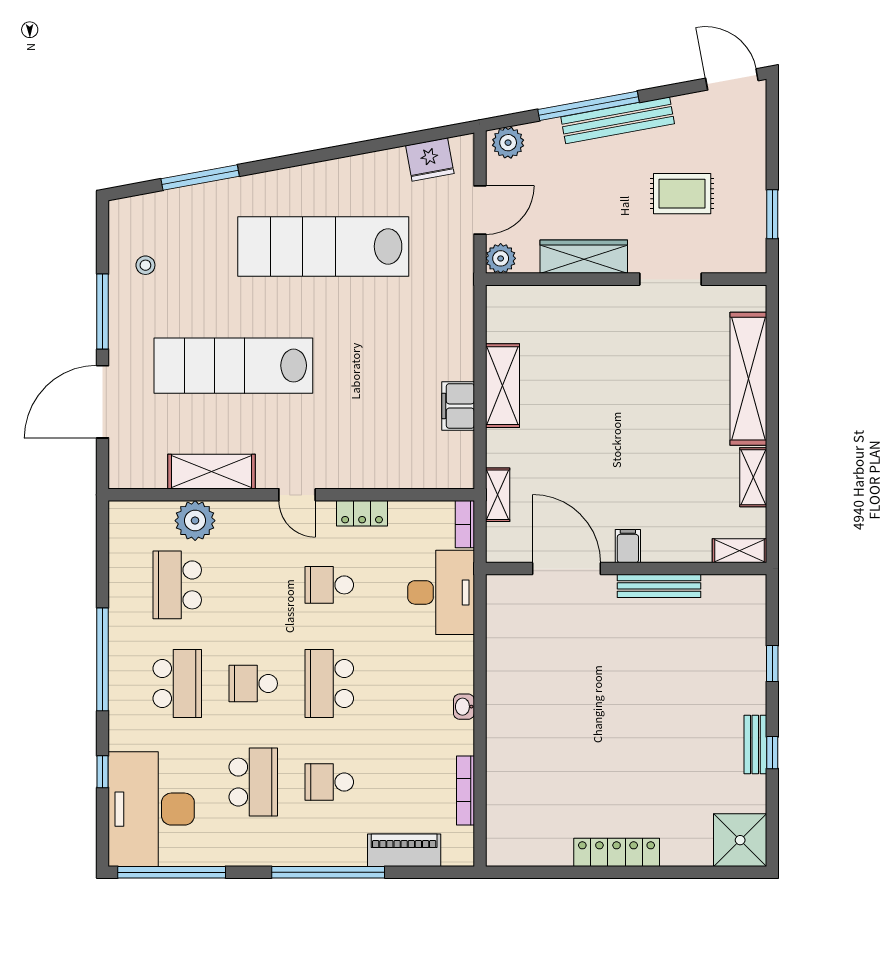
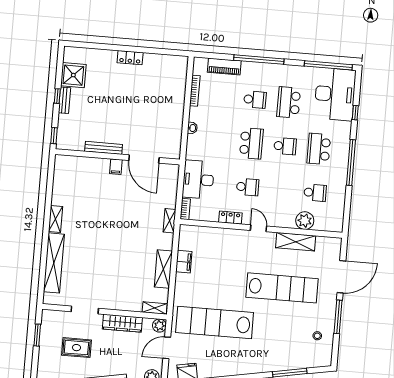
lab bench: (323, 246) -> (215, 322), moved, turned 180
filing cabinet: (628, 546) -> (116, 167), moved
shelving: (739, 551) -> (155, 308), moved
door: (567, 569) -> (144, 159), moved
wall: (626, 569) -> (117, 157), moved
school desk: (177, 585) -> (315, 193), width x0.54
bench: (659, 586) -> (104, 148), moved
shower: (740, 840) -> (73, 75), moved
locker: (617, 852) -> (130, 58), width x0.66

